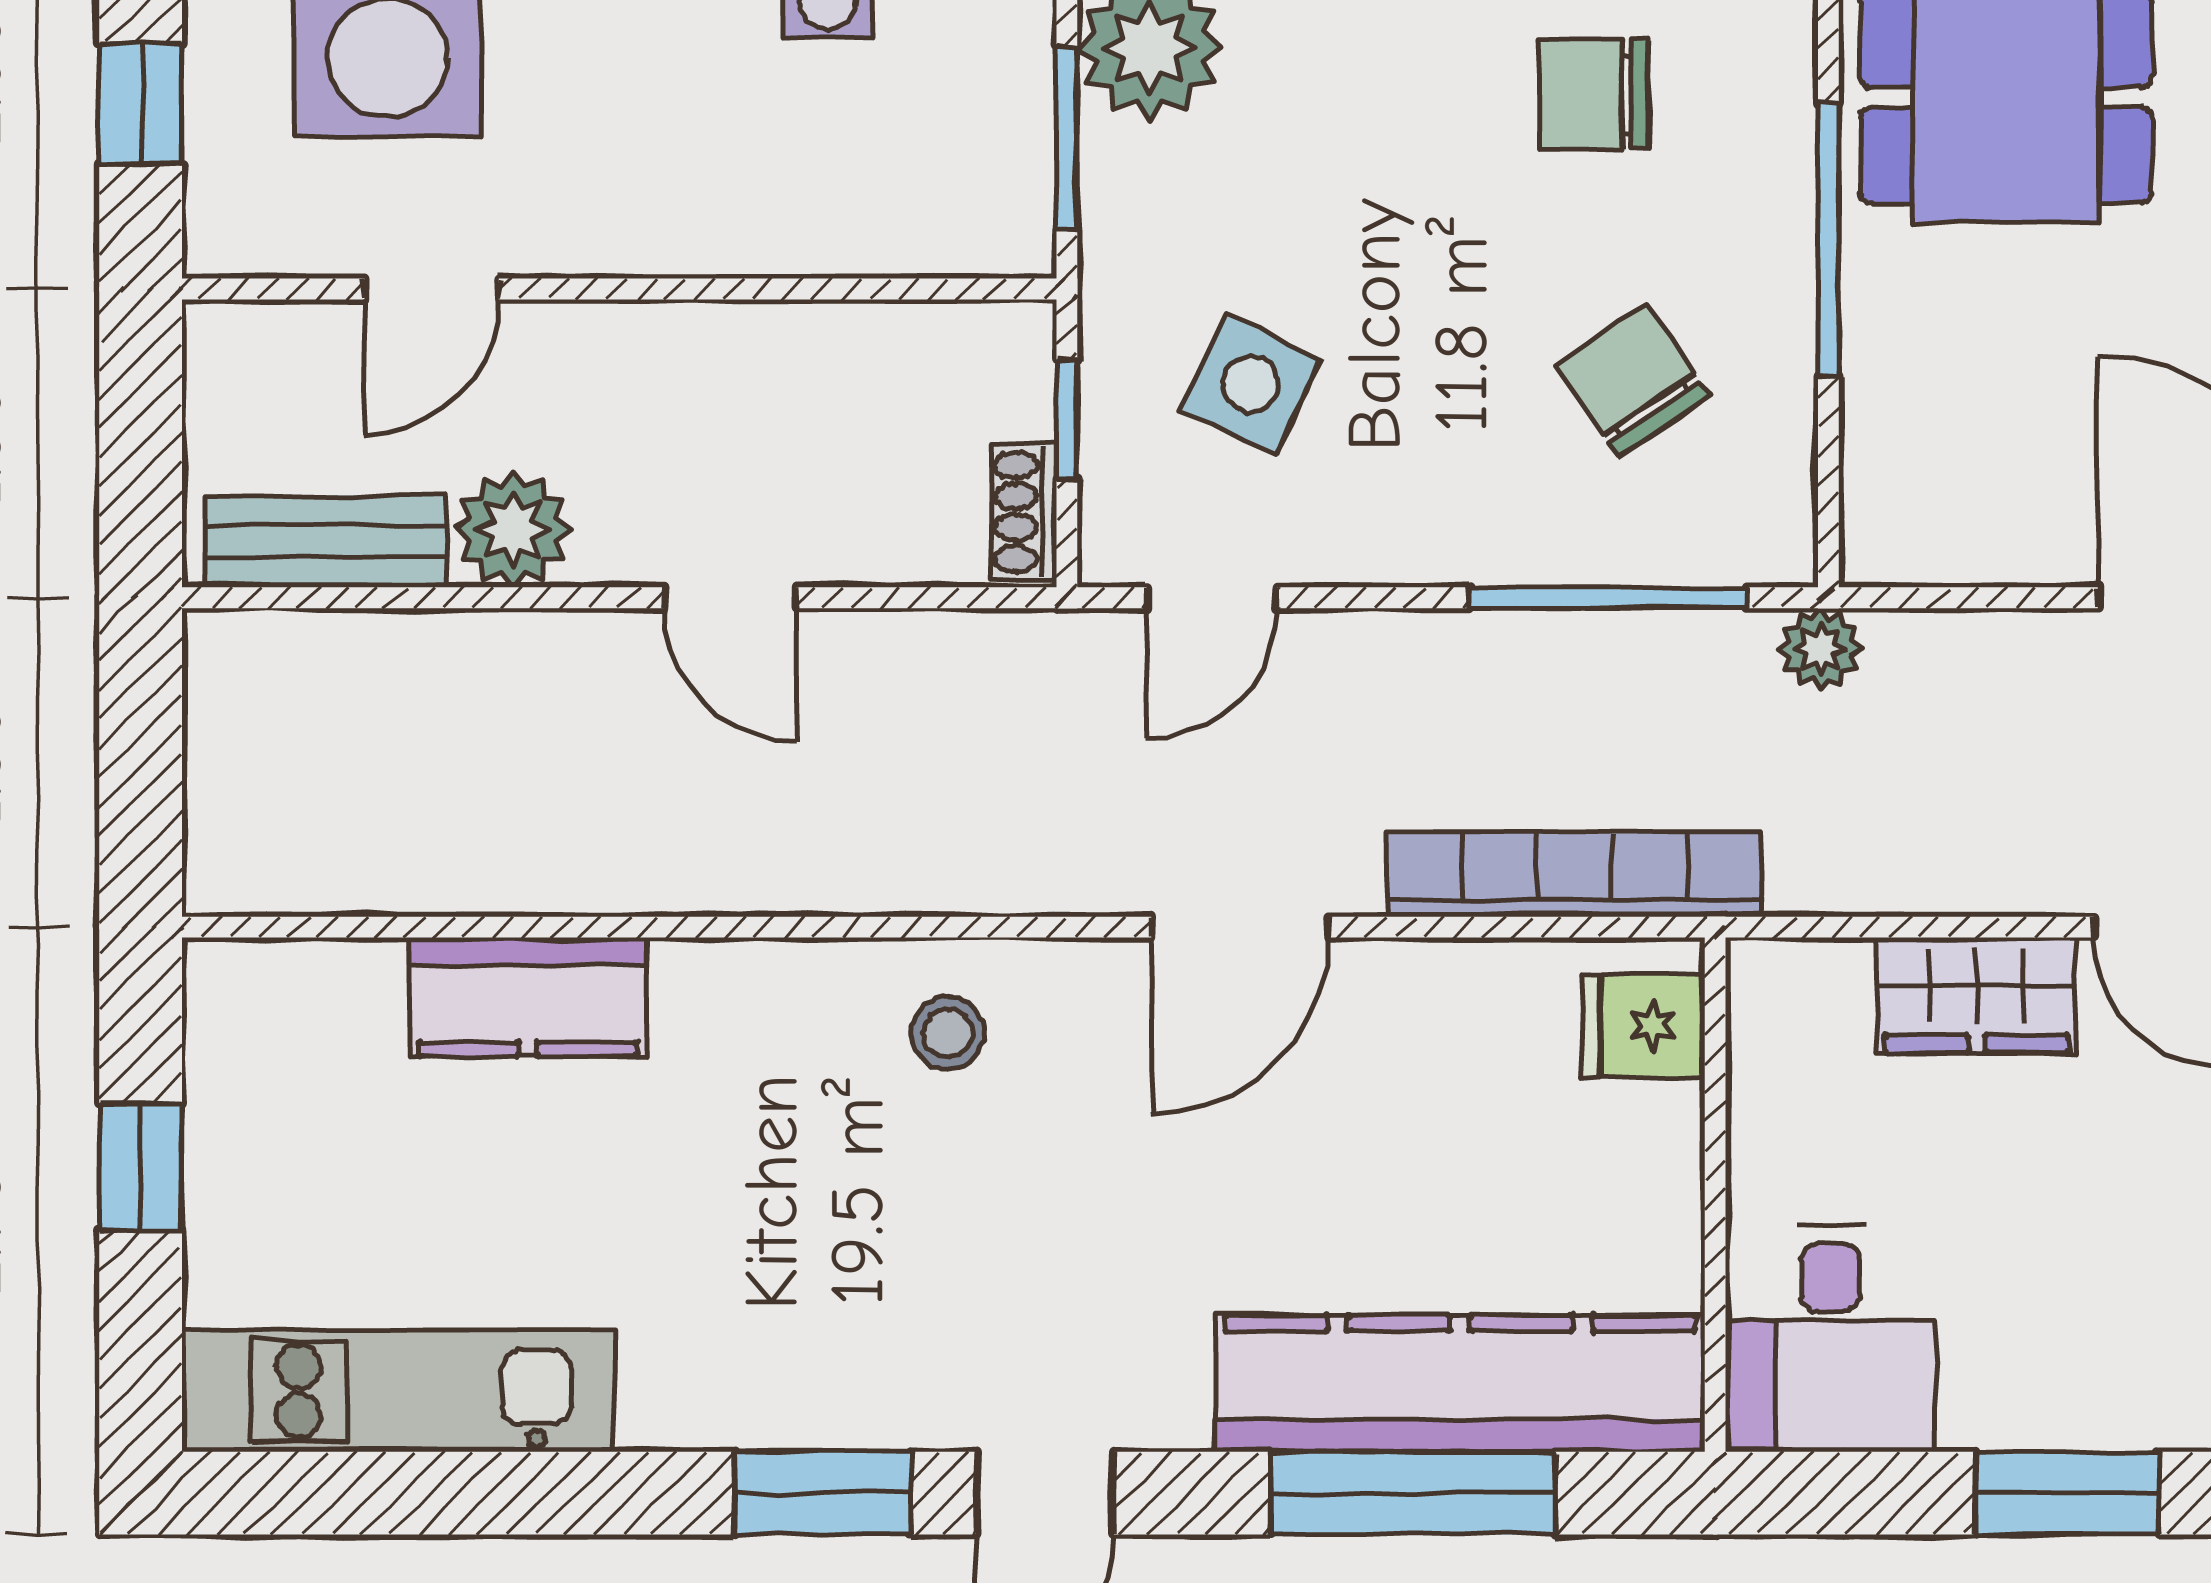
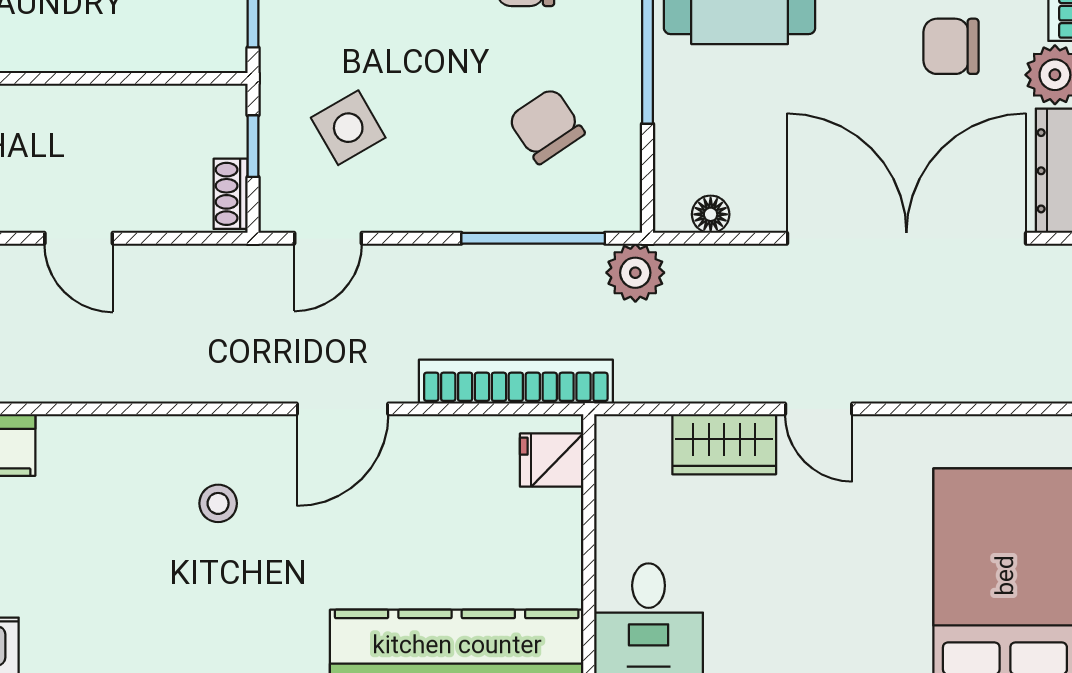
side table: (1251, 384) -> (348, 128), turned 35
floor lamp: (1950, 551) -> (711, 214), added
plant: (1820, 649) -> (635, 273), width x1.38, depth x1.38
stool: (948, 1033) -> (218, 503), moved

